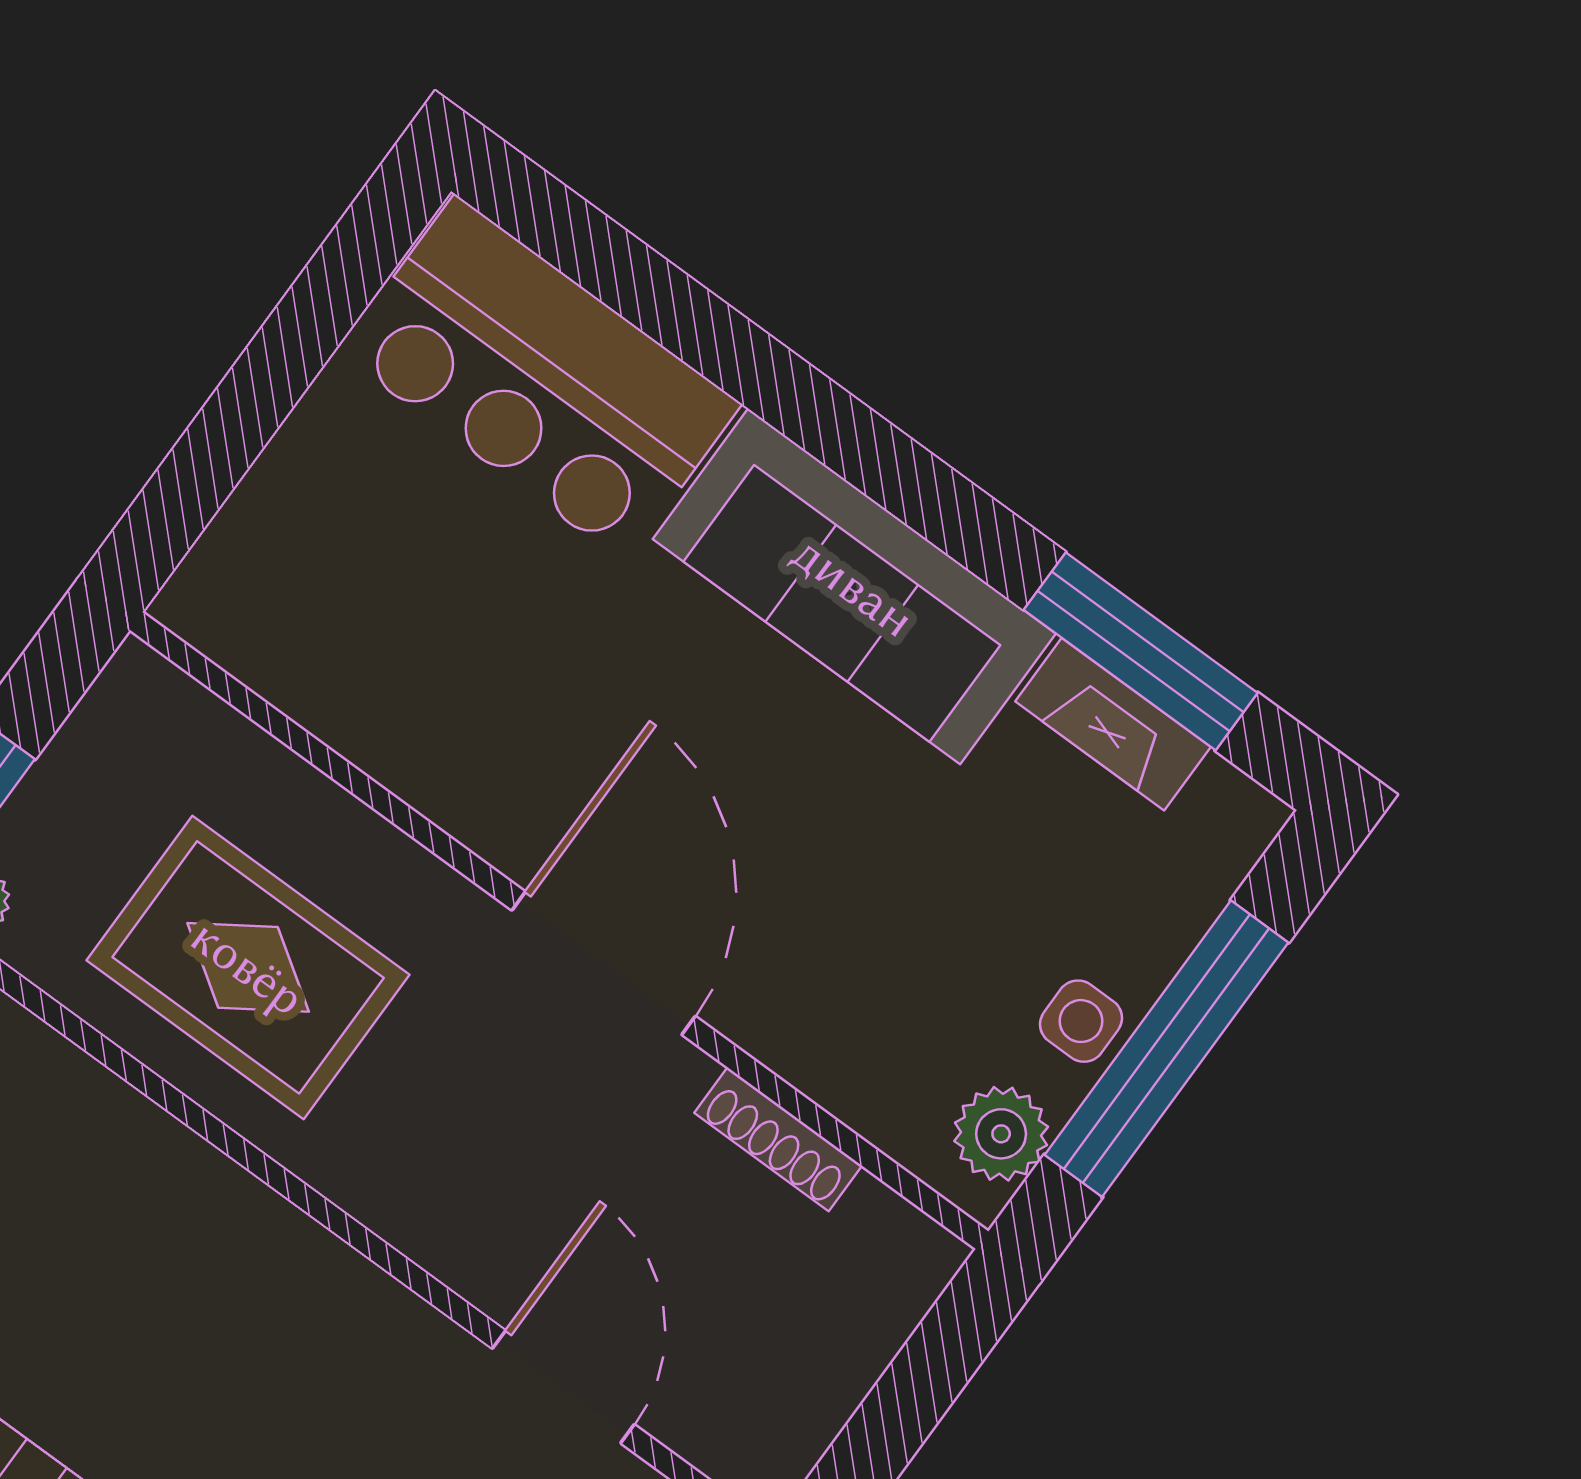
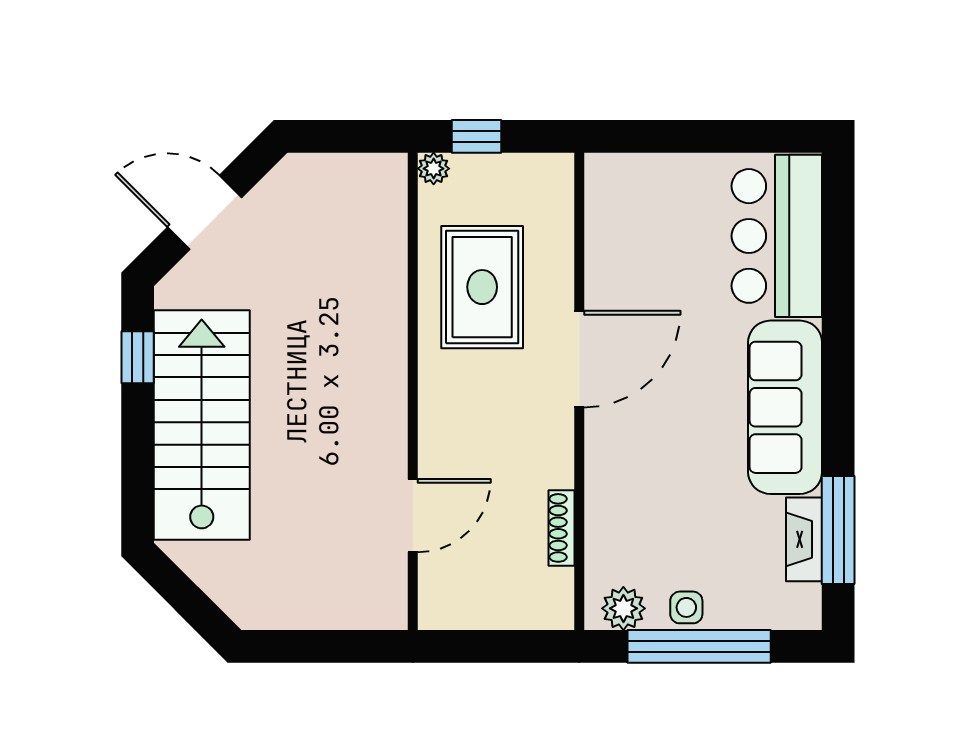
door: (604, 963) -> (579, 359), moved

